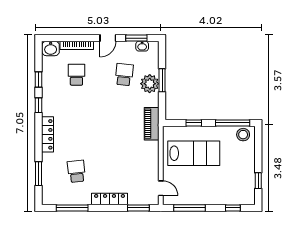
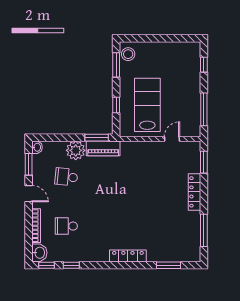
washbasin: (142, 46) -> (37, 147), moved
window: (162, 80) -> (97, 138), moved
window: (38, 105) -> (47, 265), moved
window: (233, 123) -> (116, 65), width x0.69
piano: (152, 124) -> (103, 148), moved
school desk: (76, 171) -> (166, 226), removed
window: (258, 181) -> (176, 38), removed
door: (161, 188) -> (172, 139), moved

